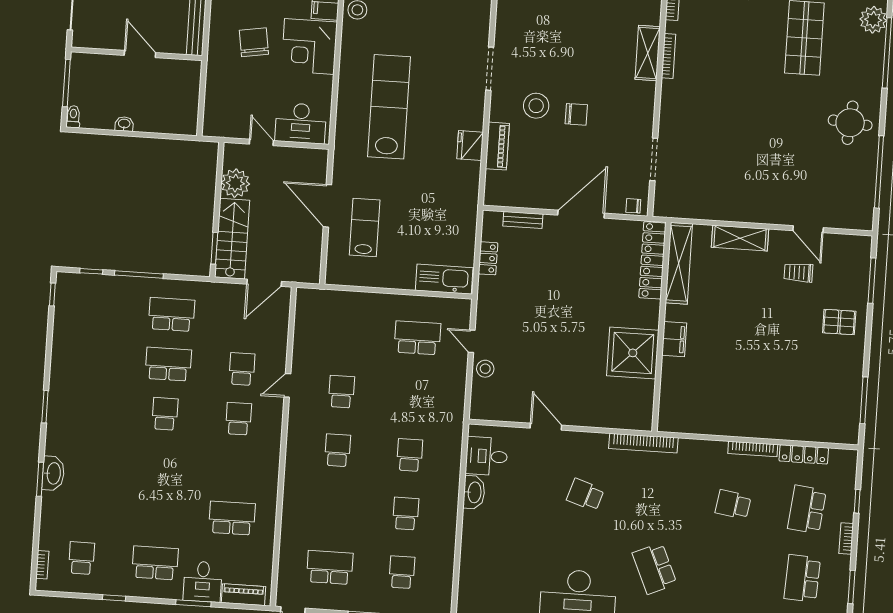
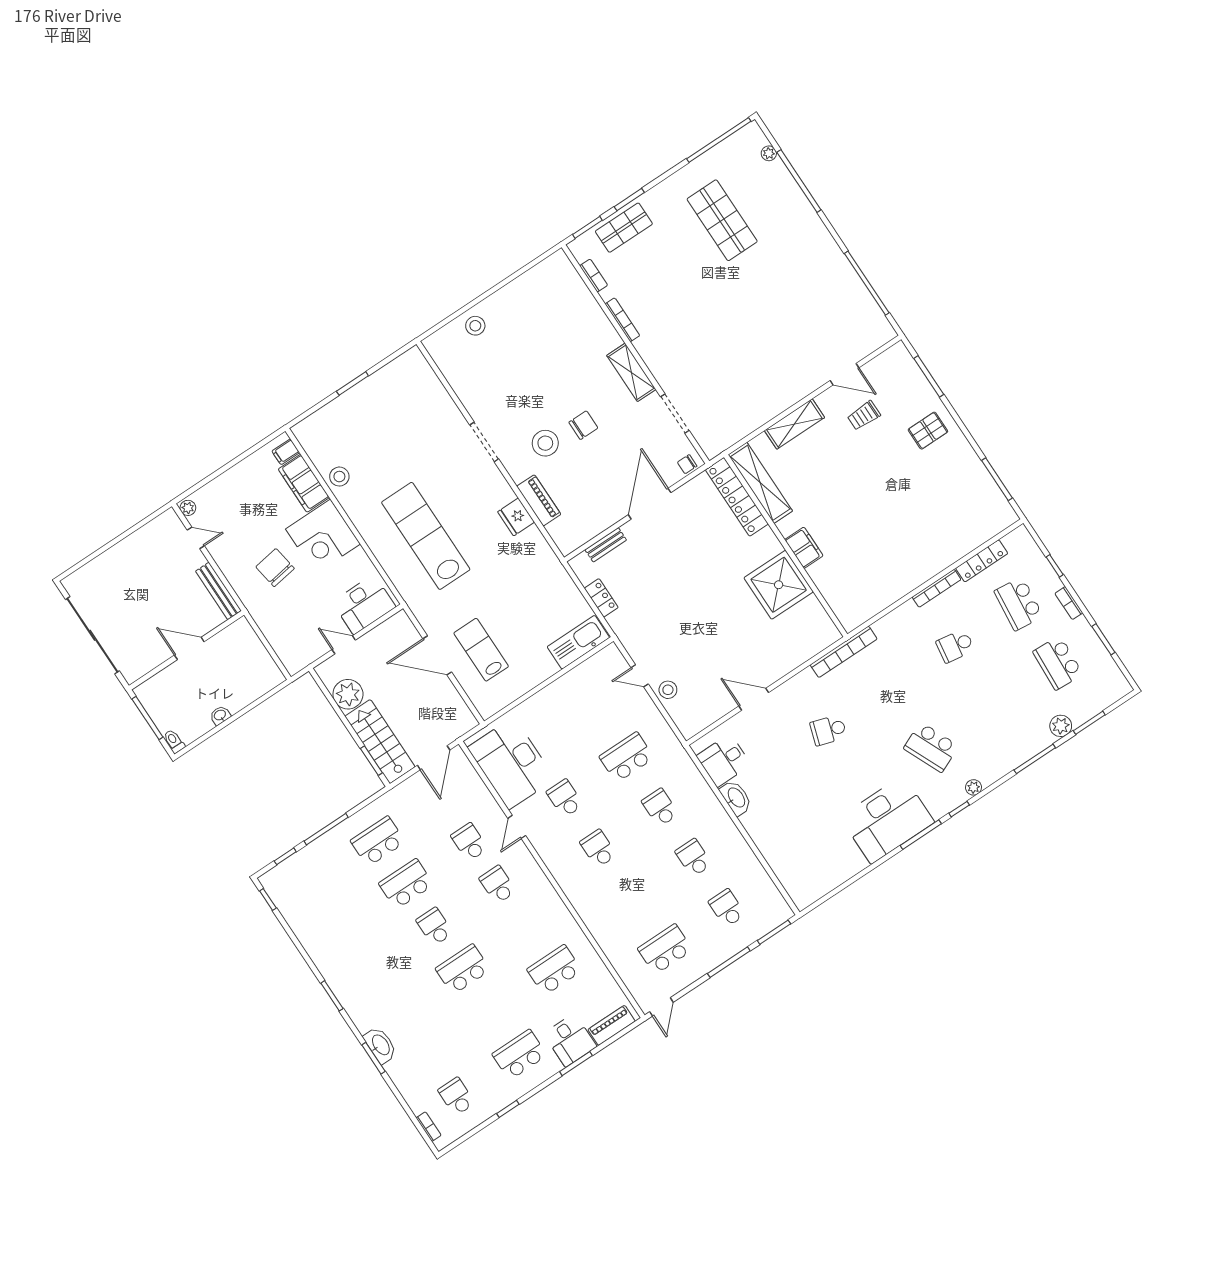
plant: (873, 20) -> (769, 153), width x0.53, depth x0.53
shelving: (648, 53) -> (631, 372), moved
round table: (850, 123) -> (812, 261), removed
desk: (321, 333) -> (511, 763), added
school desk: (417, 338) -> (627, 757), moved
school desk: (162, 463) -> (463, 969), added

